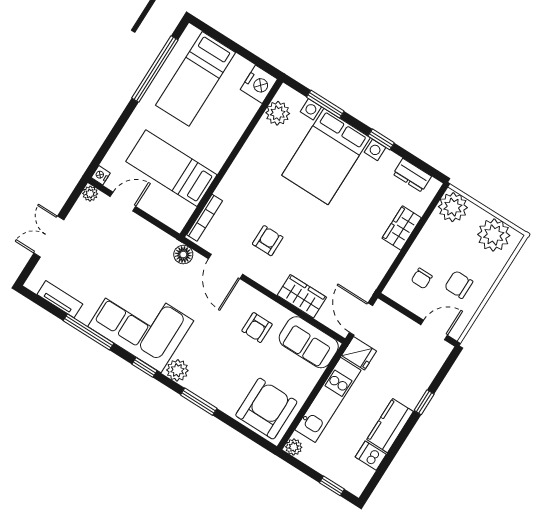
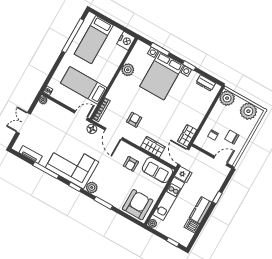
plant: (278, 113) -> (128, 70), moved
door: (123, 202) -> (81, 115), moved
wardrobe: (402, 228) -> (187, 136), moved

